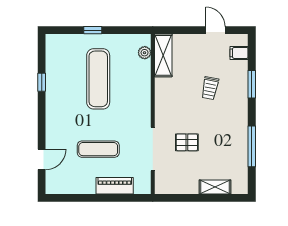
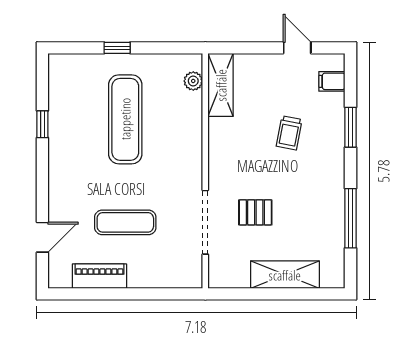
piano: (115, 186) -> (99, 276), moved
shelving: (215, 187) -> (285, 275), width x1.50, depth x1.33

